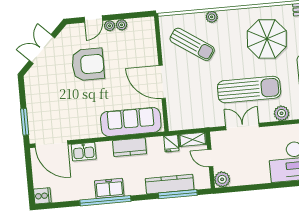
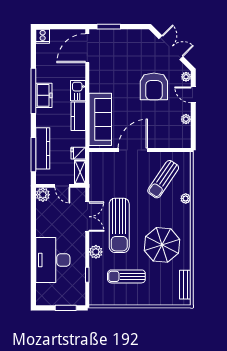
plant: (110, 26) -> (186, 77), moved
kitchen sink: (84, 152) -> (78, 91), moved
door: (210, 158) -> (62, 186), swing flipped

